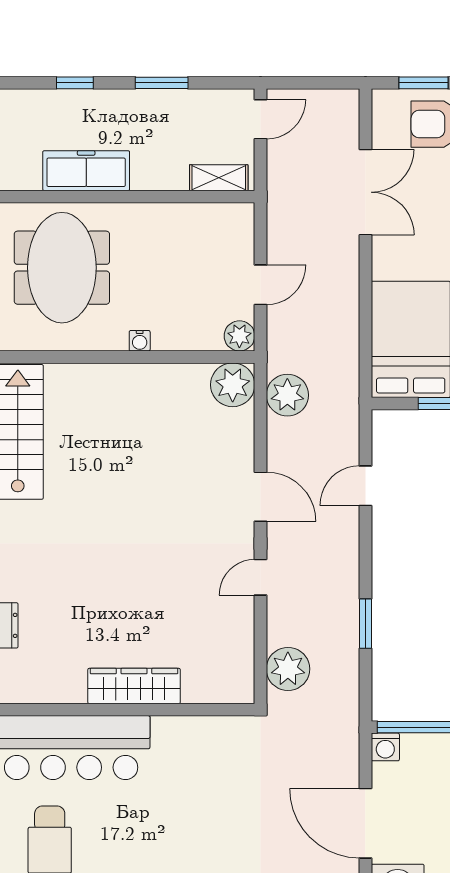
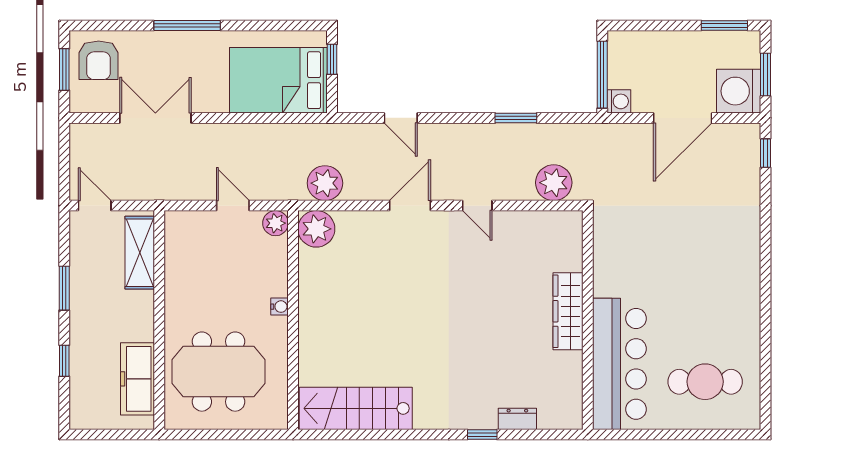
freezer: (86, 171) -> (137, 379), moved
shelving: (219, 178) -> (140, 253), width x1.50, depth x1.33

